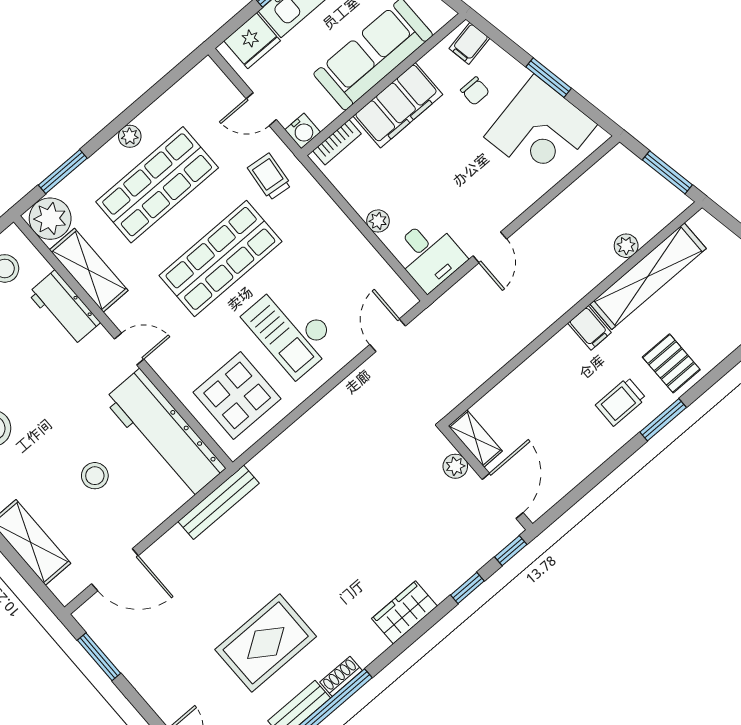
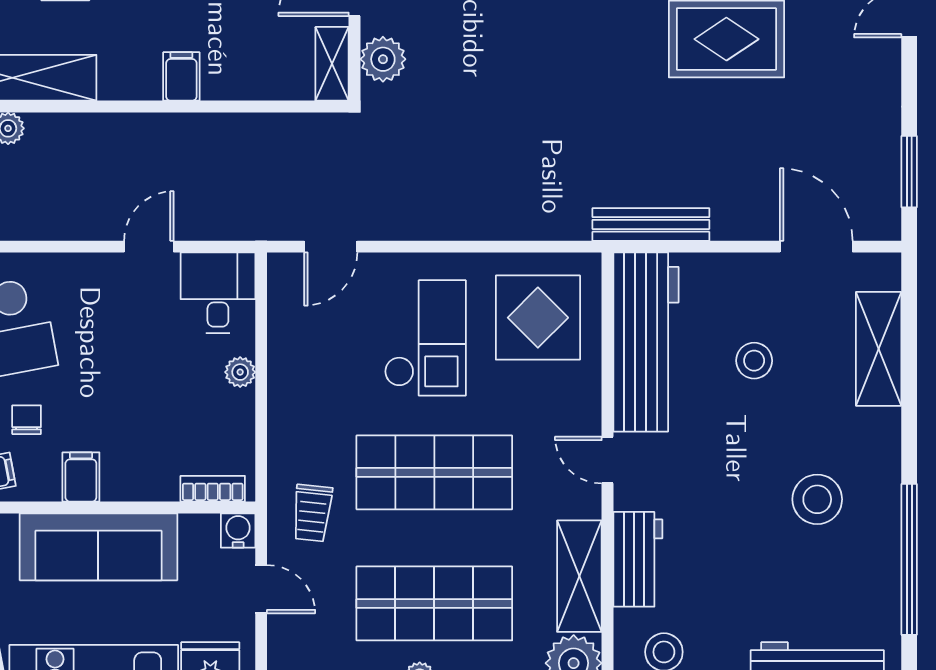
filing cabinet: (398, 105) -> (81, 477), width x0.33, depth x0.86
filing cabinet: (590, 328) -> (181, 76), moved
plant: (455, 466) -> (383, 59), width x1.38, depth x1.38

